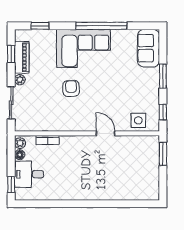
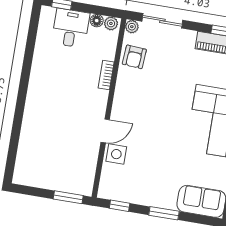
plant: (20, 80) -> (132, 27), moved
armchair: (71, 88) -> (134, 57), moved, turned 96
side table: (138, 120) -> (116, 154), moved
bookcase: (48, 140) -> (106, 75), moved

